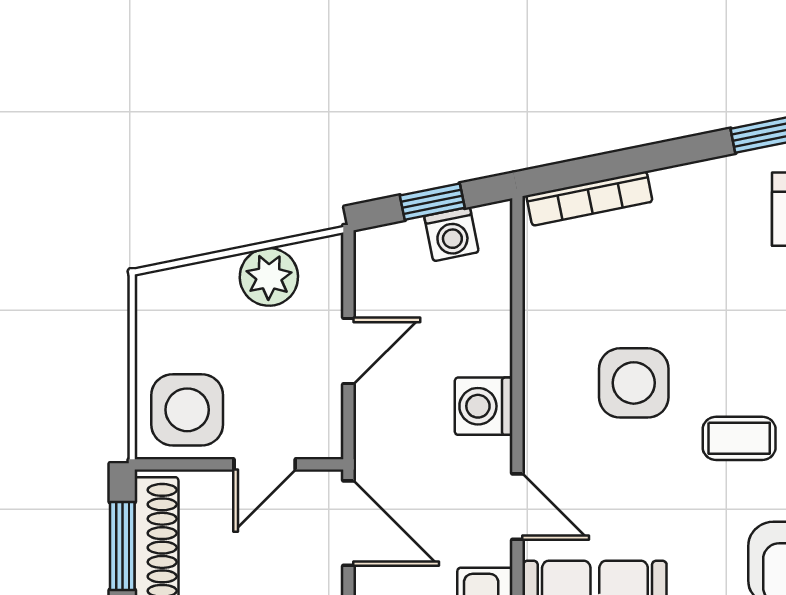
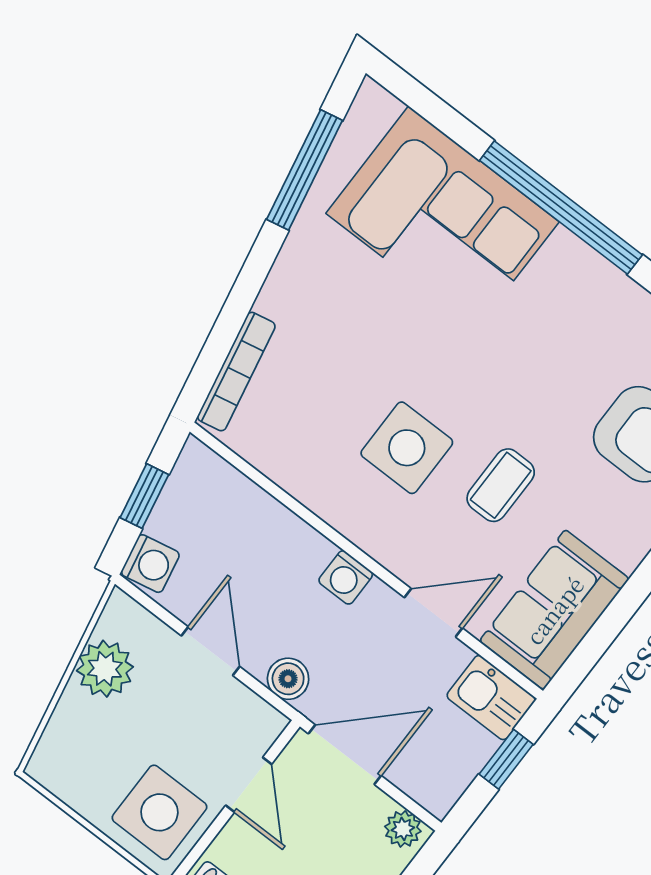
washing machine: (451, 234) -> (150, 564), moved
washing machine: (484, 406) -> (346, 577), width x0.73, depth x0.73
boiler: (374, 430) -> (288, 679), added
coffee table: (739, 438) -> (501, 485), moved

